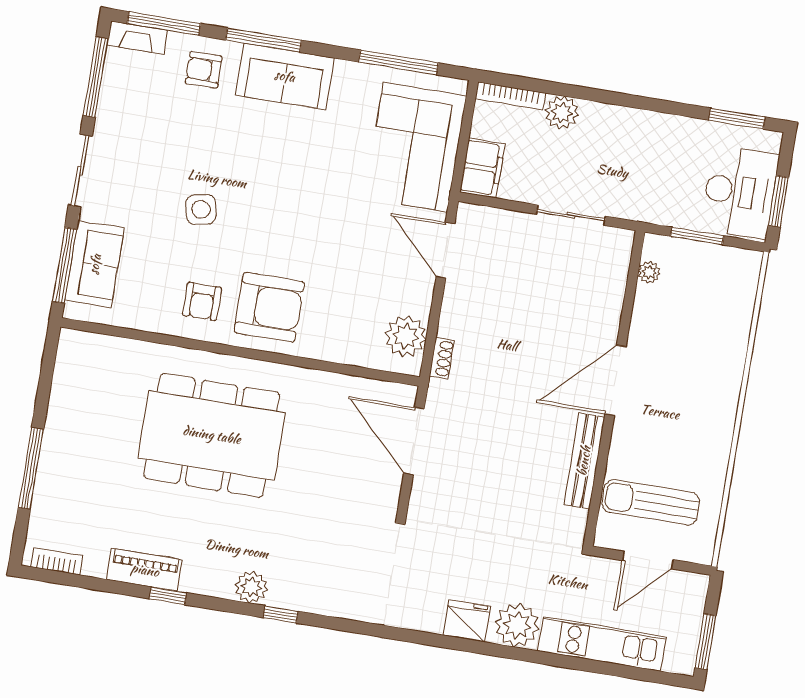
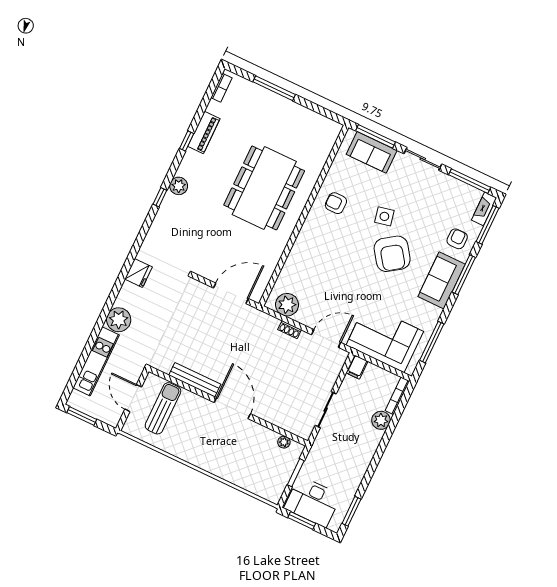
filing cabinet: (482, 168) -> (357, 367), width x0.50
armchair: (269, 307) -> (392, 254), moved, turned -35
shoe rack: (442, 358) -> (290, 330), moved
fridge: (467, 621) -> (138, 273), moved

